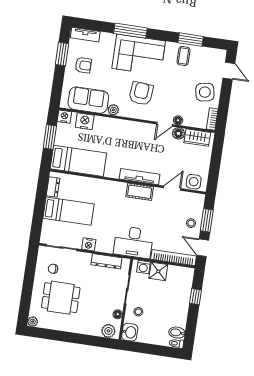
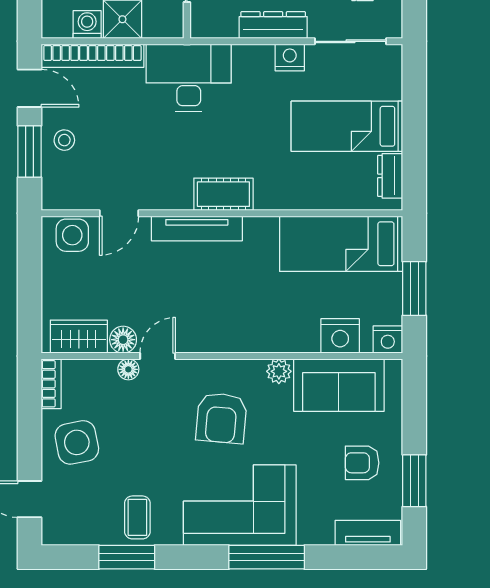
cot: (140, 192) -> (223, 194), moved
dresser: (106, 261) -> (273, 25), moved
washing machine: (143, 267) -> (87, 24), moved

